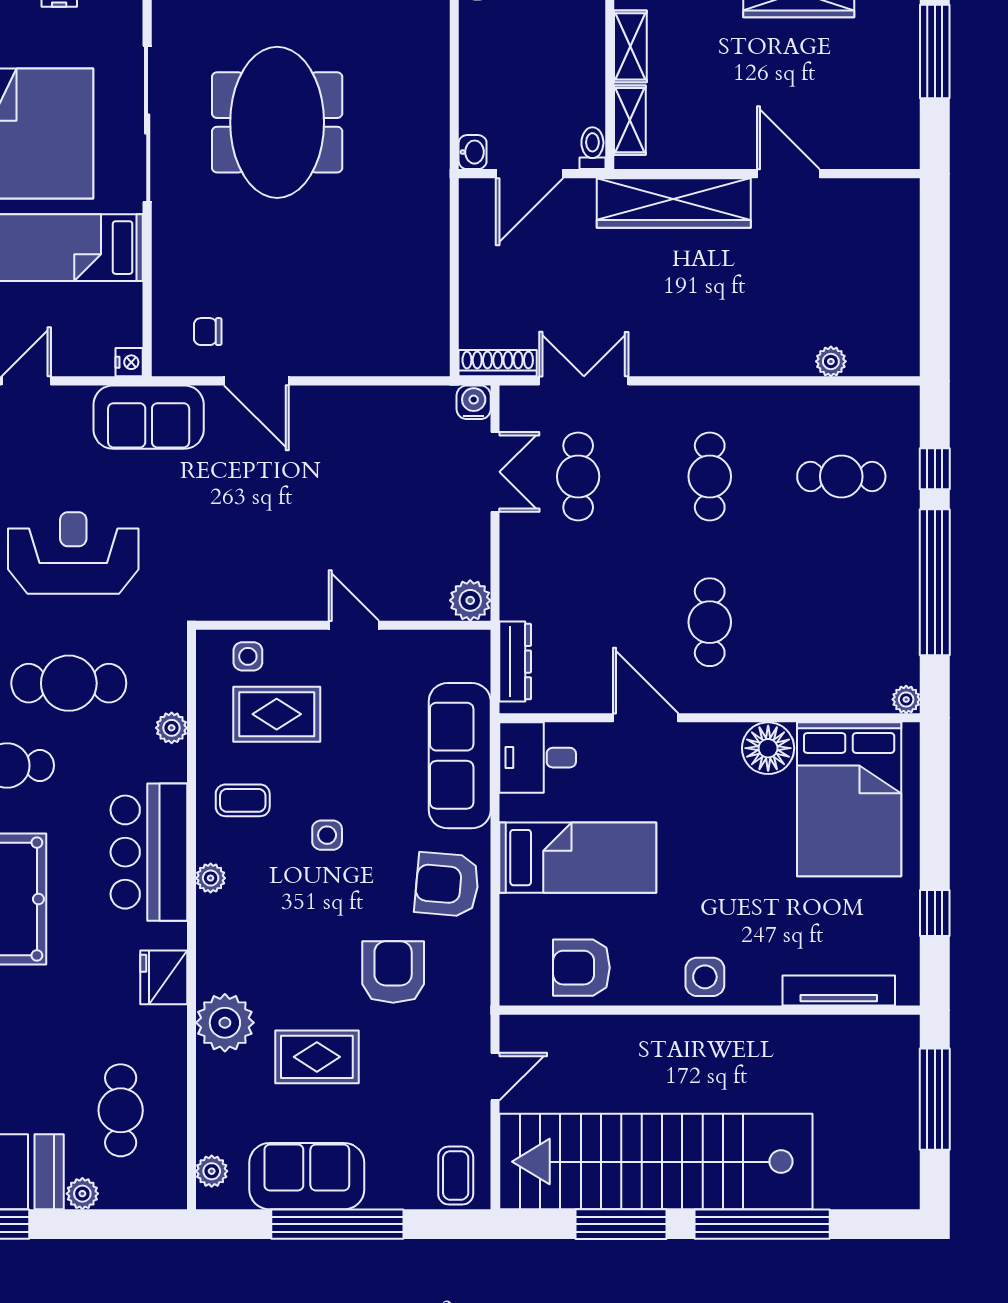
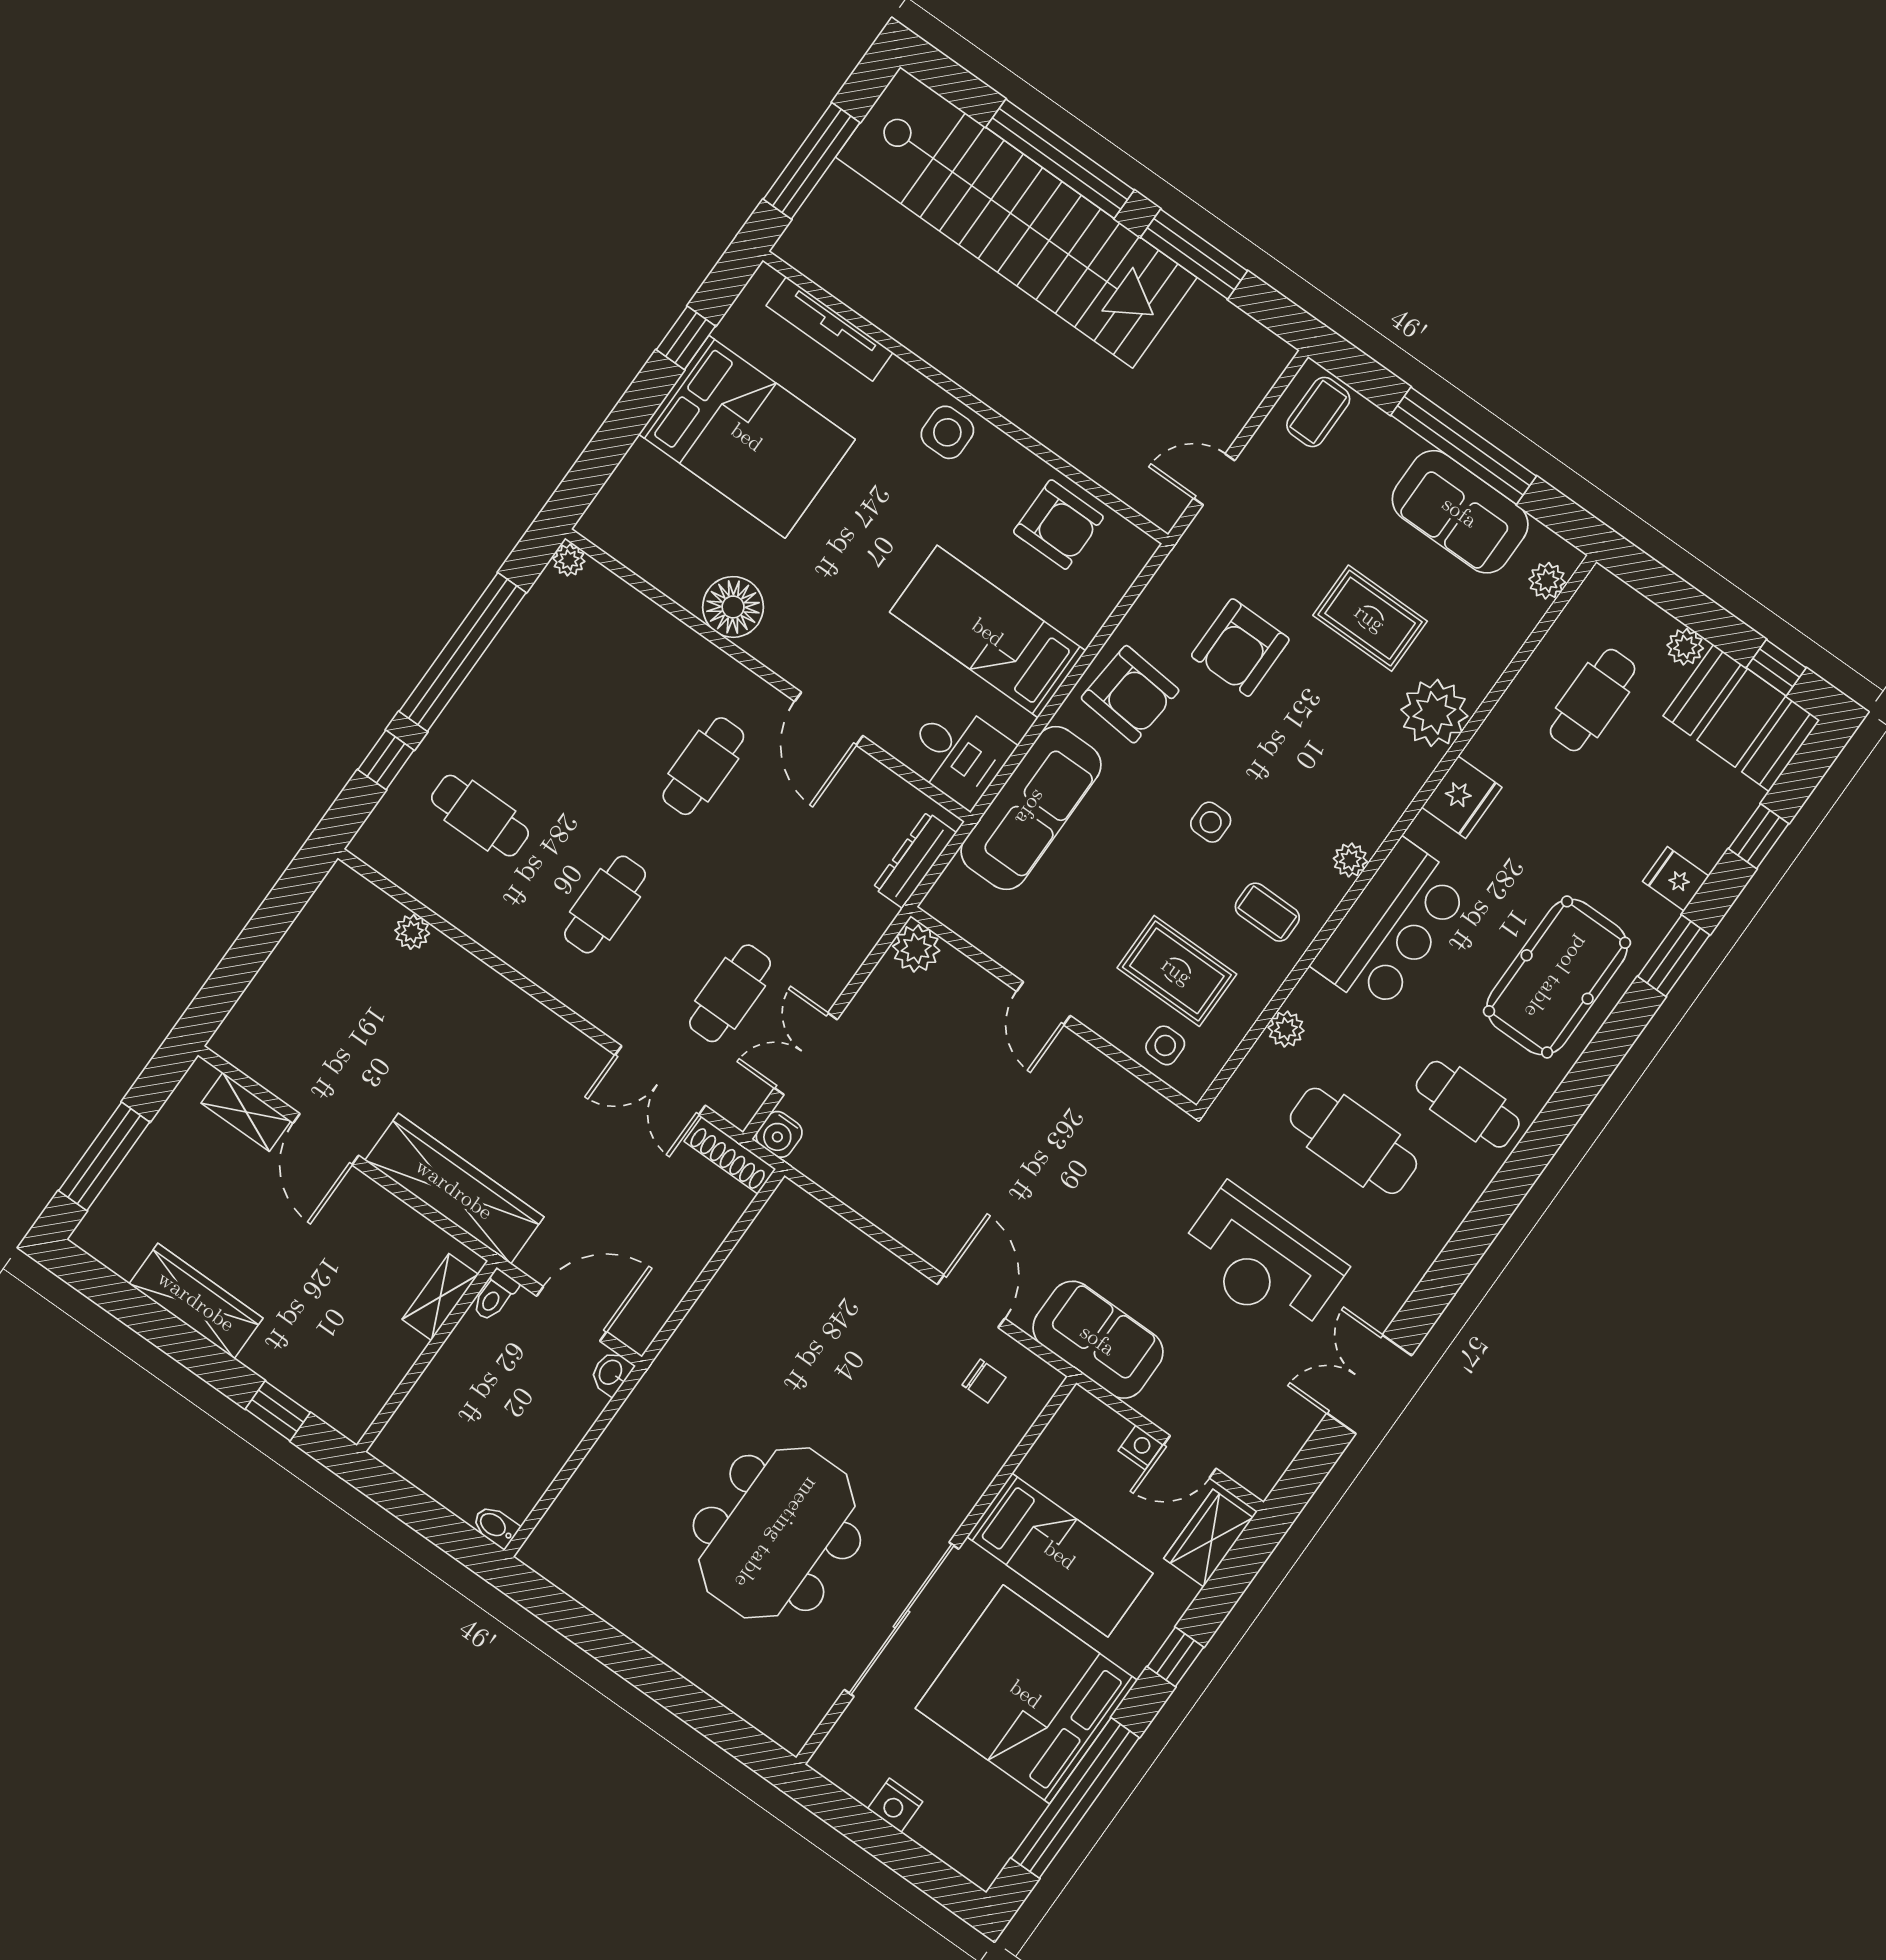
shelving: (630, 46) -> (246, 1112), moved, turned 90
nightstand: (129, 362) -> (1141, 1447), moved, turned 90
bed: (849, 799) -> (747, 437), moved, turned 90
stairs: (656, 1162) -> (1016, 217), moved

